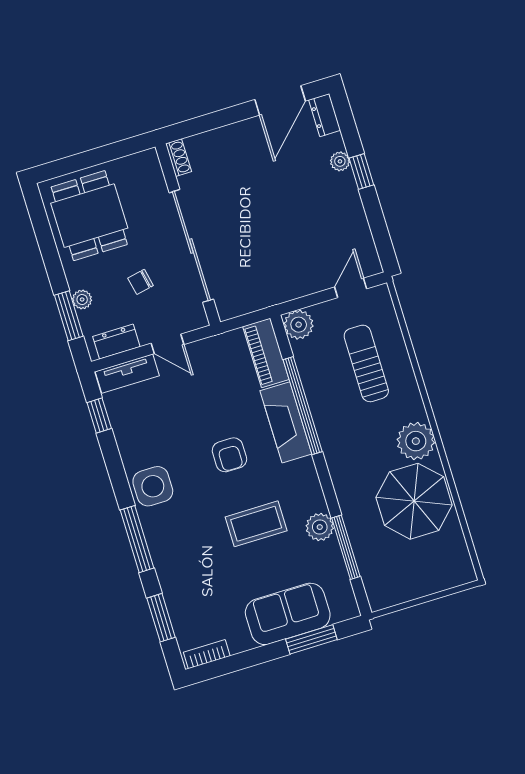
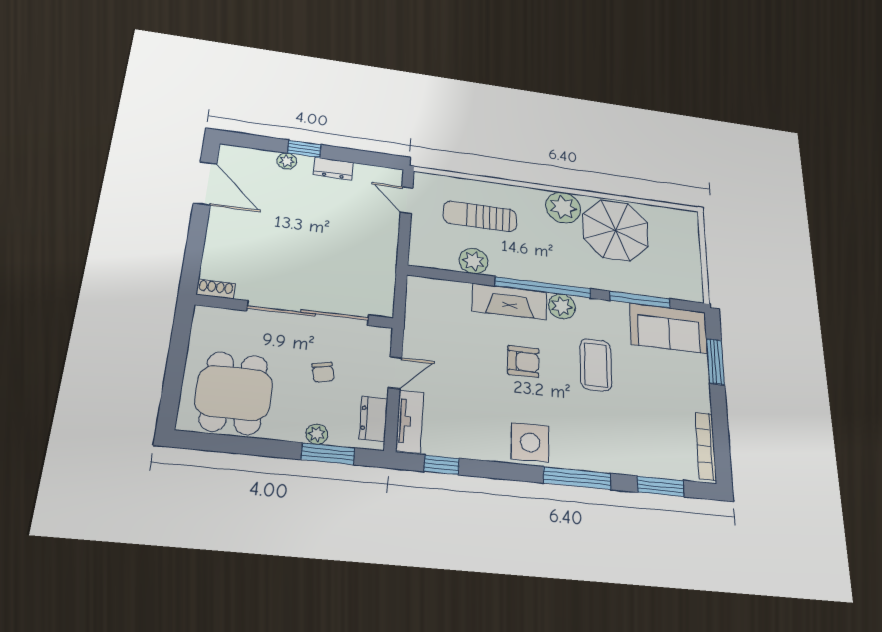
dresser: (325, 115) -> (333, 169), moved
dining table: (89, 216) -> (234, 393), turned 90
plant: (299, 325) -> (474, 261), moved
piano: (266, 353) -> (438, 292), removed
window: (303, 406) -> (543, 287), moved
plant: (320, 527) -> (562, 306), moved
sofa: (288, 614) -> (669, 328), moved, turned -90
bookcase: (207, 654) -> (706, 446), width x1.56

